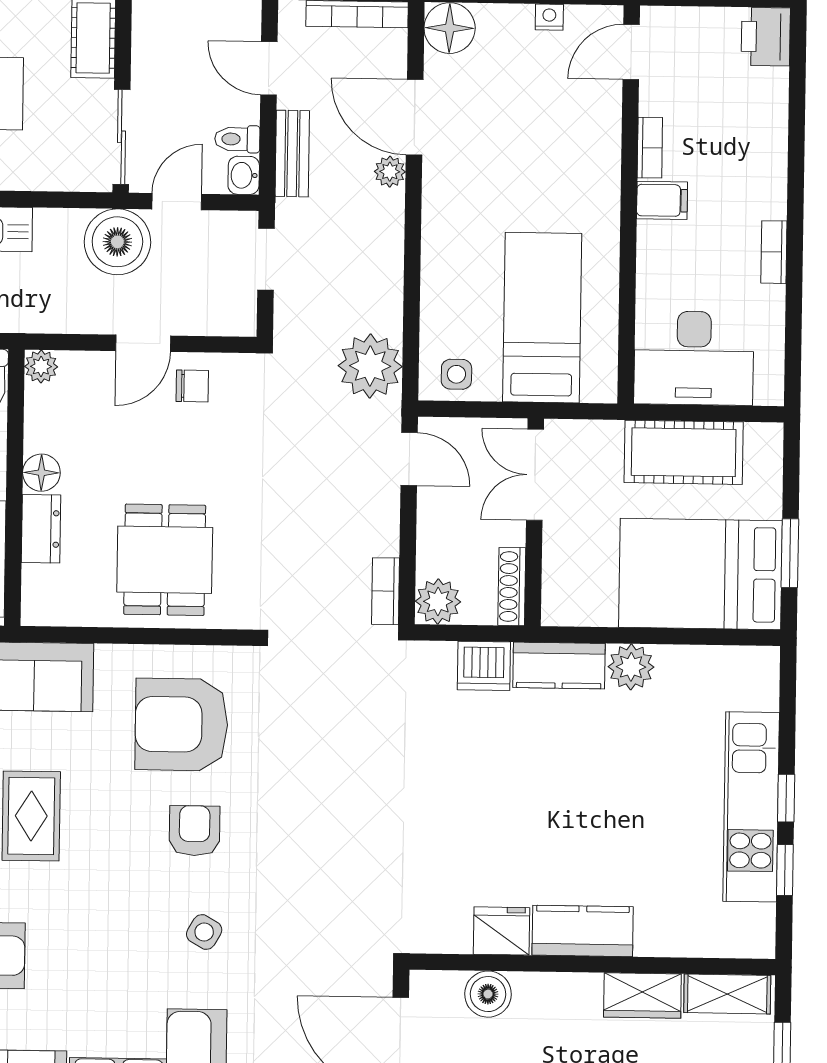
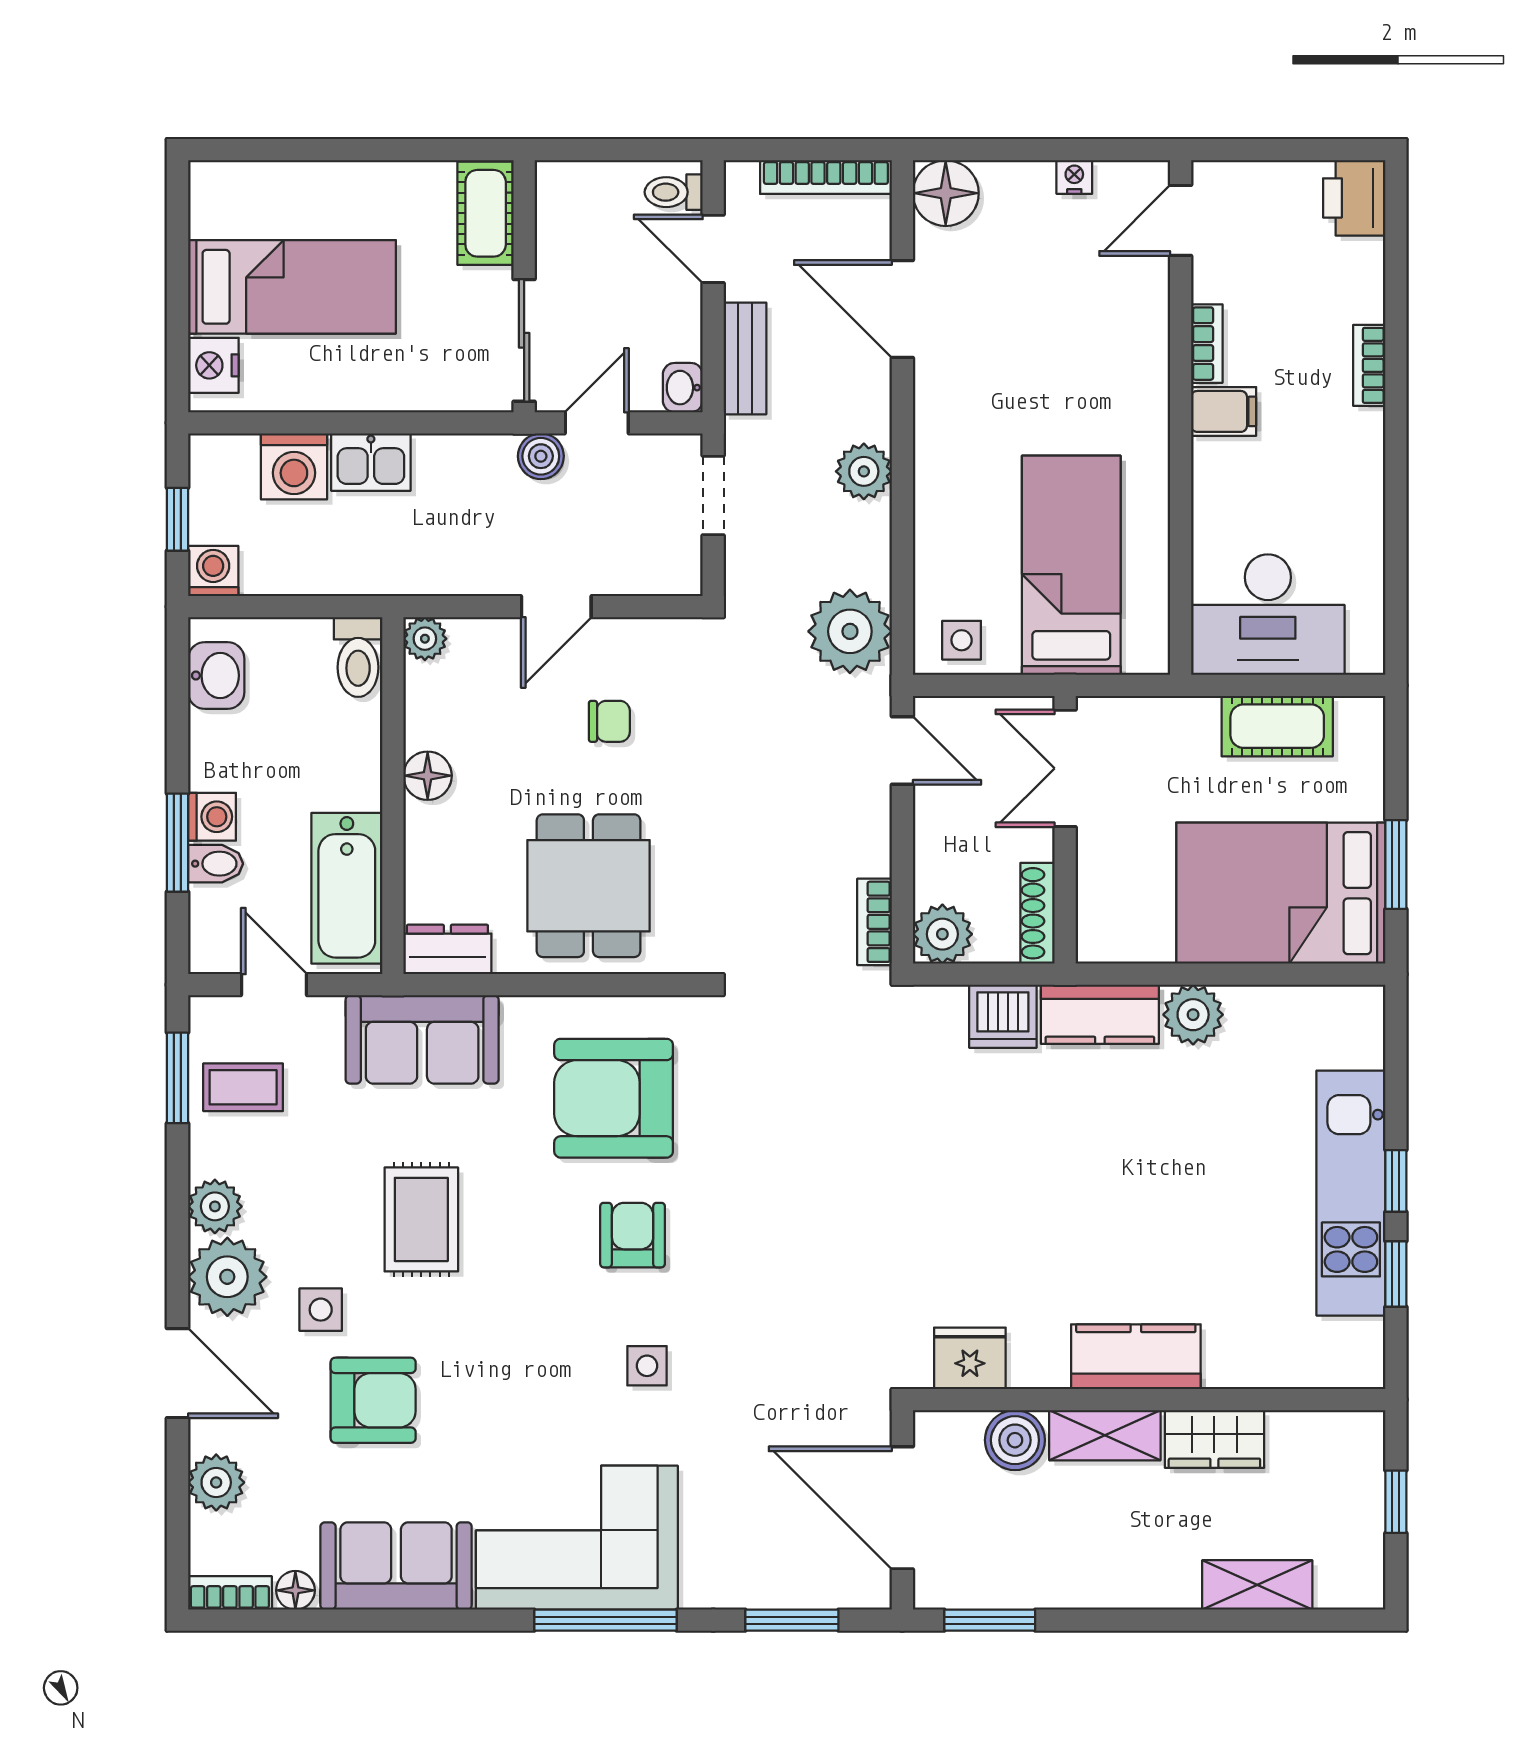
toilet: (237, 139) -> (674, 192), moved
plant: (390, 172) -> (864, 471), moved, width x1.38, depth x1.38
boiler: (117, 242) -> (541, 456), width x0.54, depth x0.54
bookcase: (774, 252) -> (1369, 365), moved
chair: (192, 386) -> (609, 721), moved
cot: (684, 452) -> (1277, 726), width x0.73, depth x0.75
dresser: (41, 529) -> (447, 949), moved, turned -90
fridge: (501, 931) -> (970, 1358), moved
side table: (204, 932) -> (647, 1366), turned -30
shelving: (727, 994) -> (1105, 1435), moved

